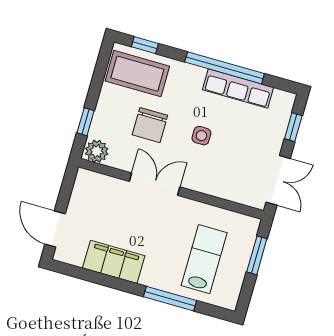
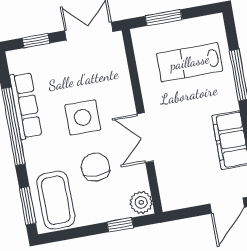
window: (145, 45) -> (28, 206), width x1.50
chair: (150, 125) -> (95, 167), turned -90
side table: (201, 136) -> (83, 117), width x1.87, depth x1.87

